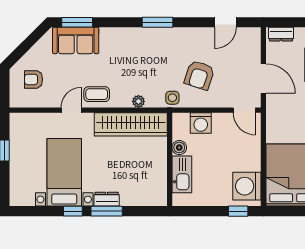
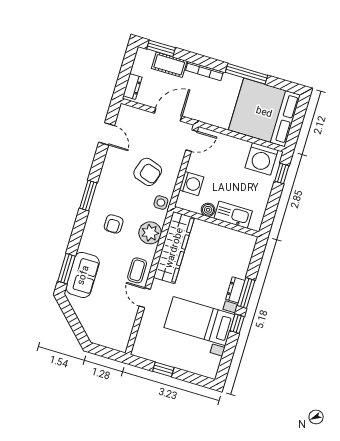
armchair: (34, 79) -> (114, 224), moved
plant: (138, 101) -> (150, 233), width x1.88, depth x1.88

